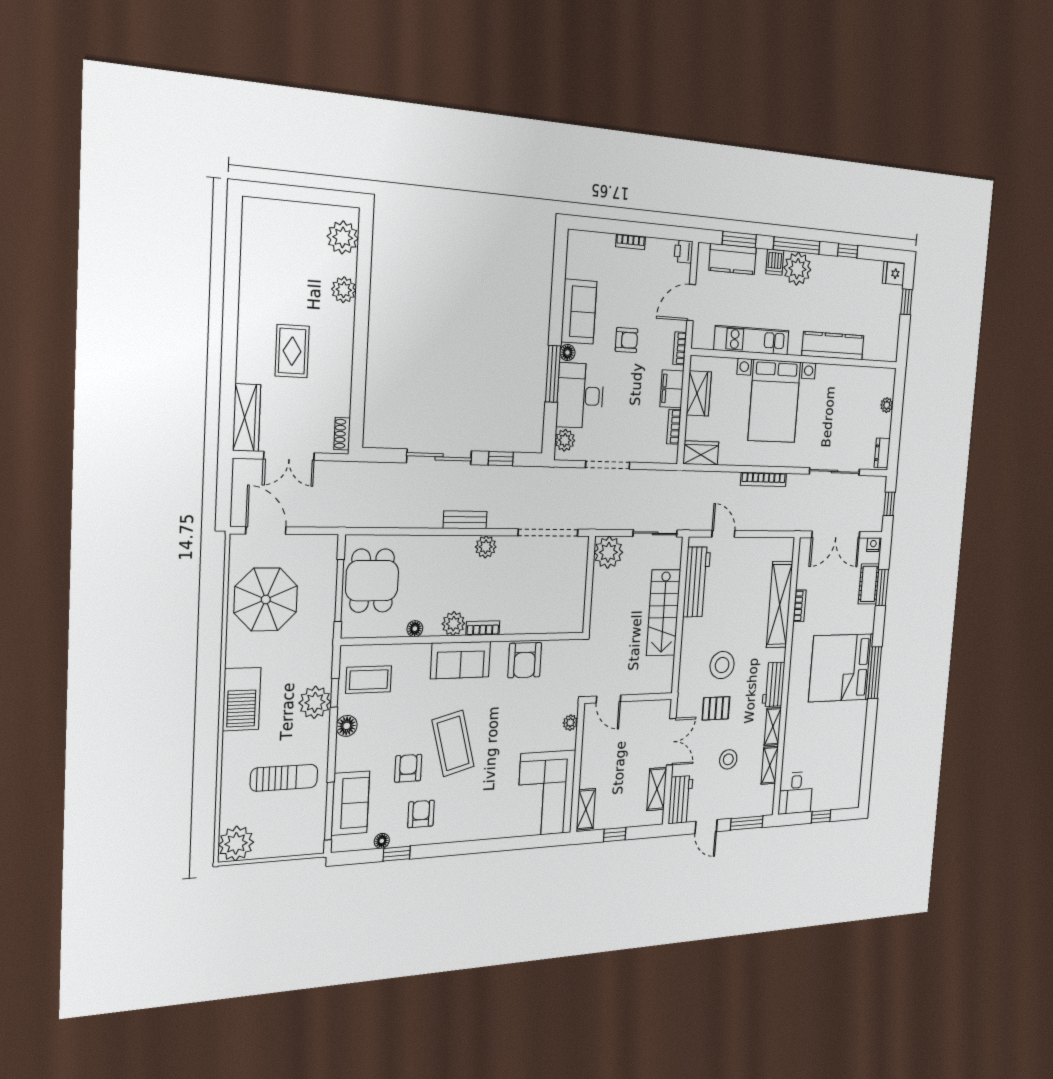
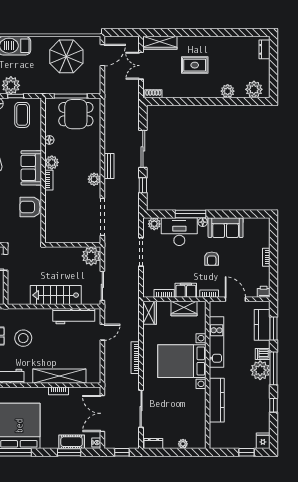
dresser: (268, 209) -> (265, 49), added

